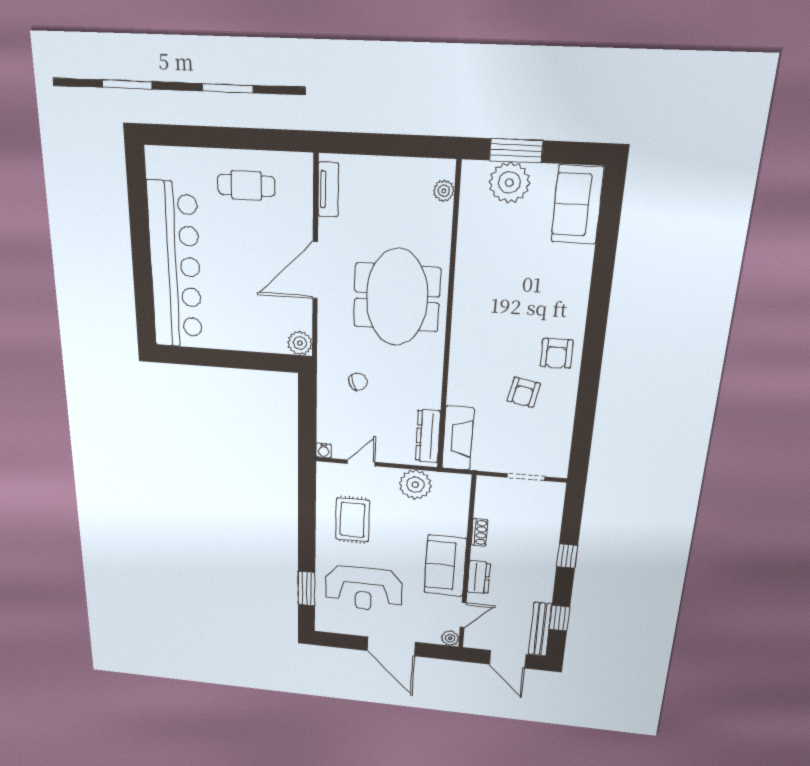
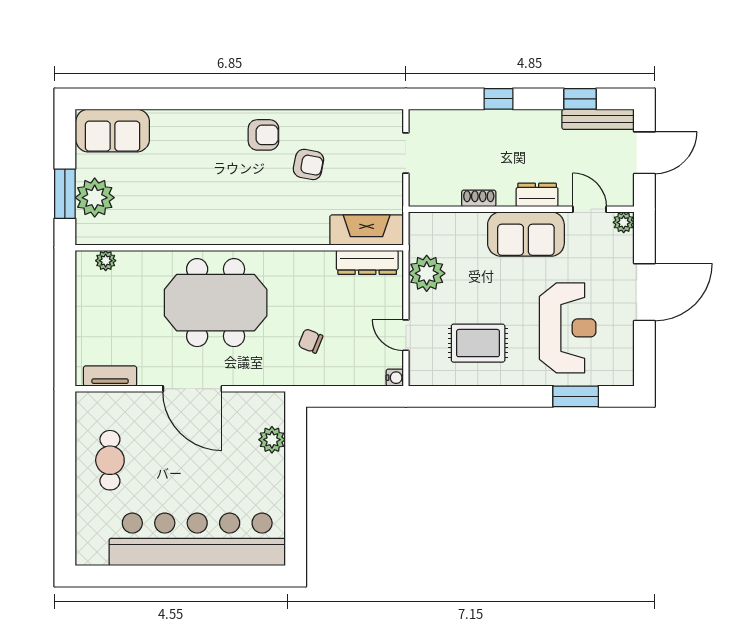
plant: (300, 343) -> (272, 440), moved
chair: (358, 382) -> (311, 341), turned -51

